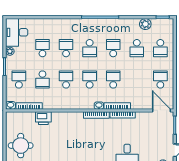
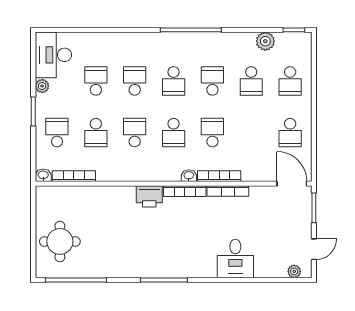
school desk: (90, 79) -> (174, 133), turned 180
school desk: (160, 79) -> (290, 133), turned 180
printer: (43, 118) -> (149, 196), moved

